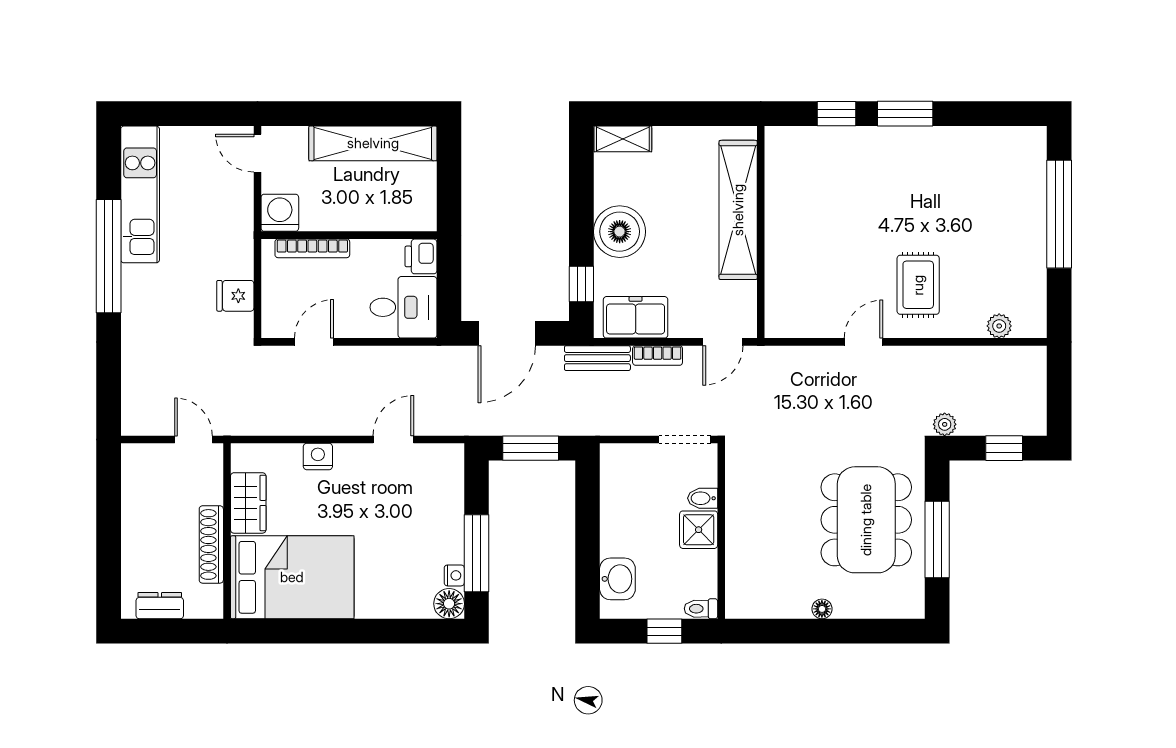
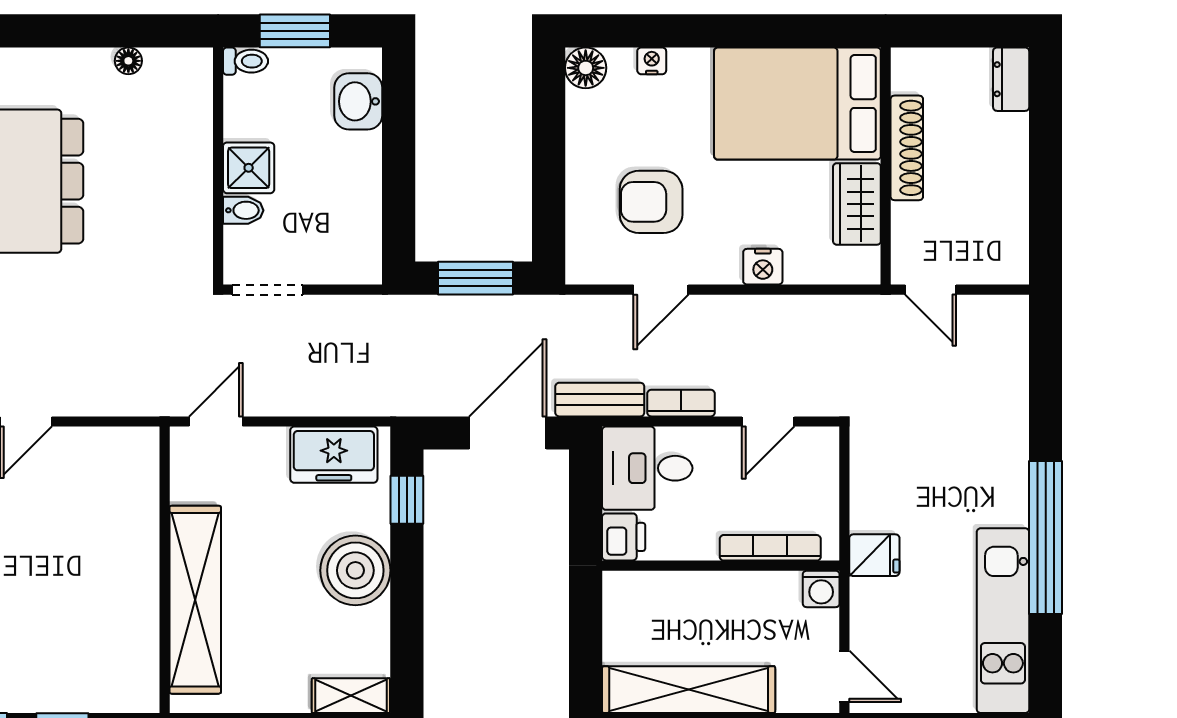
washing machine: (280, 213) -> (821, 589), width x0.73, depth x0.73
fridge: (235, 296) -> (874, 555), moved
bookcase: (658, 355) -> (681, 403), moved
bench: (597, 358) -> (600, 400), moved
armchair: (401, 504) -> (651, 202), added
window: (476, 553) -> (549, 136), removed
nightstand: (454, 575) -> (652, 61), moved, turned 90
dresser: (160, 606) -> (1011, 79), moved, turned 90
floor lamp: (822, 609) -> (128, 61), moved
window: (664, 631) -> (295, 31), width x1.50

